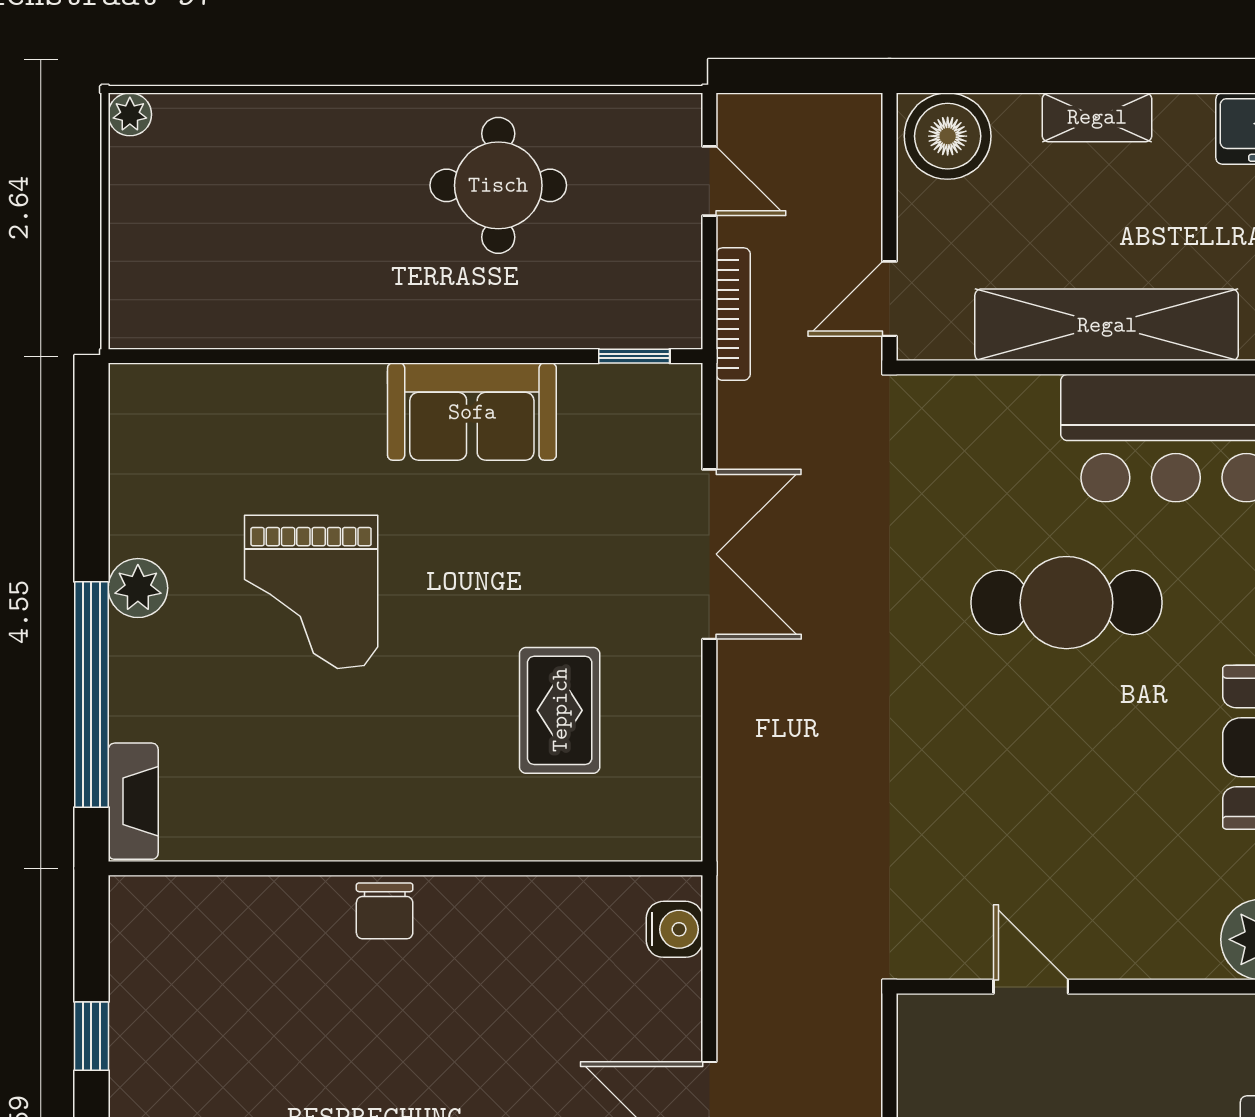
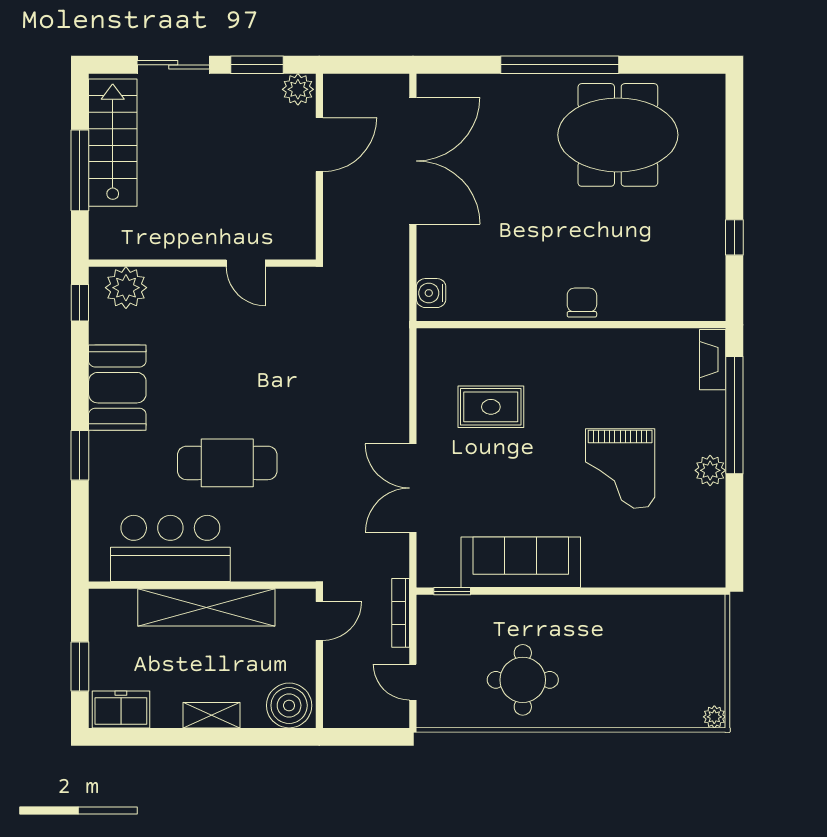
sofa: (472, 412) -> (521, 562), width x1.36
grand piano: (311, 592) -> (620, 468), turned 180
rug: (560, 710) -> (491, 407), turned 90

